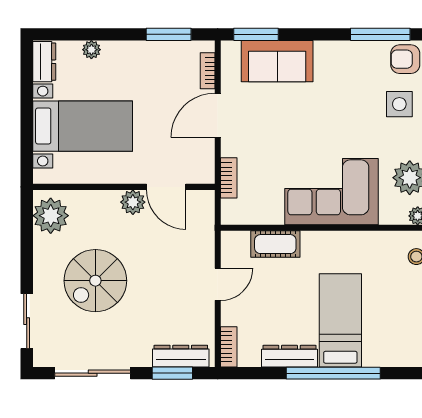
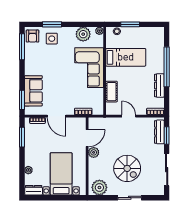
bed: (340, 320) -> (126, 57), moved, turned 180
sliding door: (27, 321) -> (130, 198), moved

